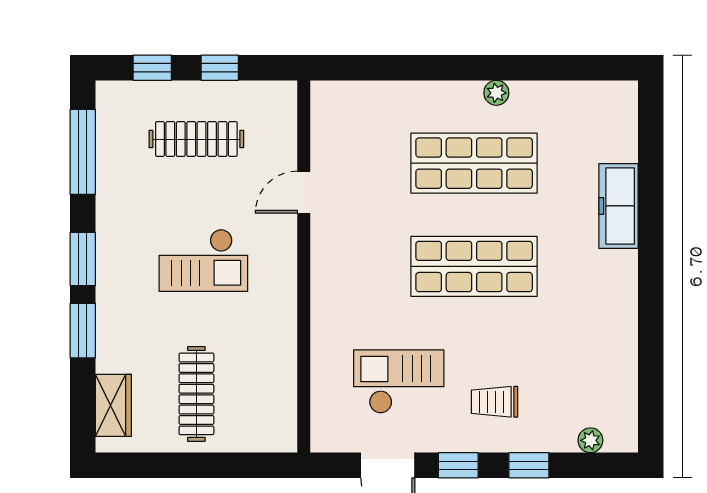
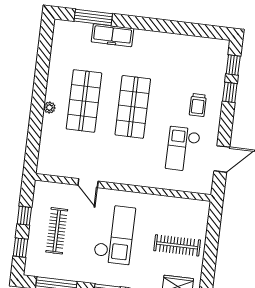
plant: (496, 93) -> (49, 108), moved
window: (651, 161) -> (93, 17), added
checkout: (203, 260) -> (114, 234), width x1.36, depth x1.21
plant: (590, 440) -> (222, 62), removed
window: (458, 465) -> (233, 65), moved

